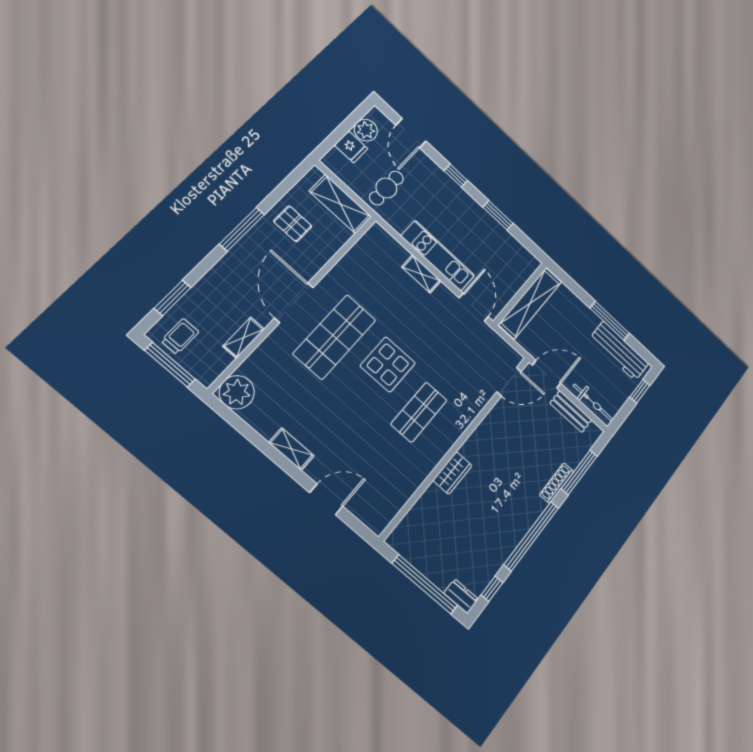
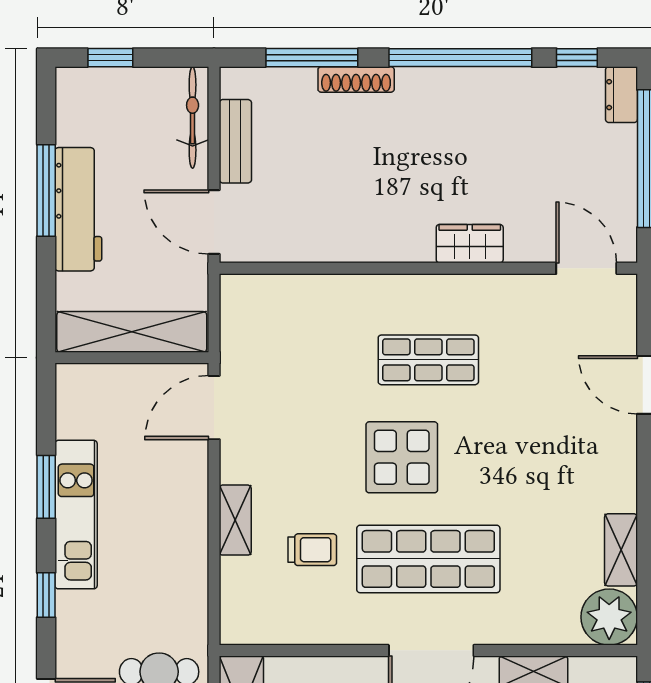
kitchen unit: (438, 256) -> (76, 515), moved, turned 180
trolley: (382, 293) -> (312, 550), added
workbench: (619, 351) -> (78, 209), moved
door: (509, 382) -> (586, 268), moved
shelving: (291, 449) -> (621, 550), moved

